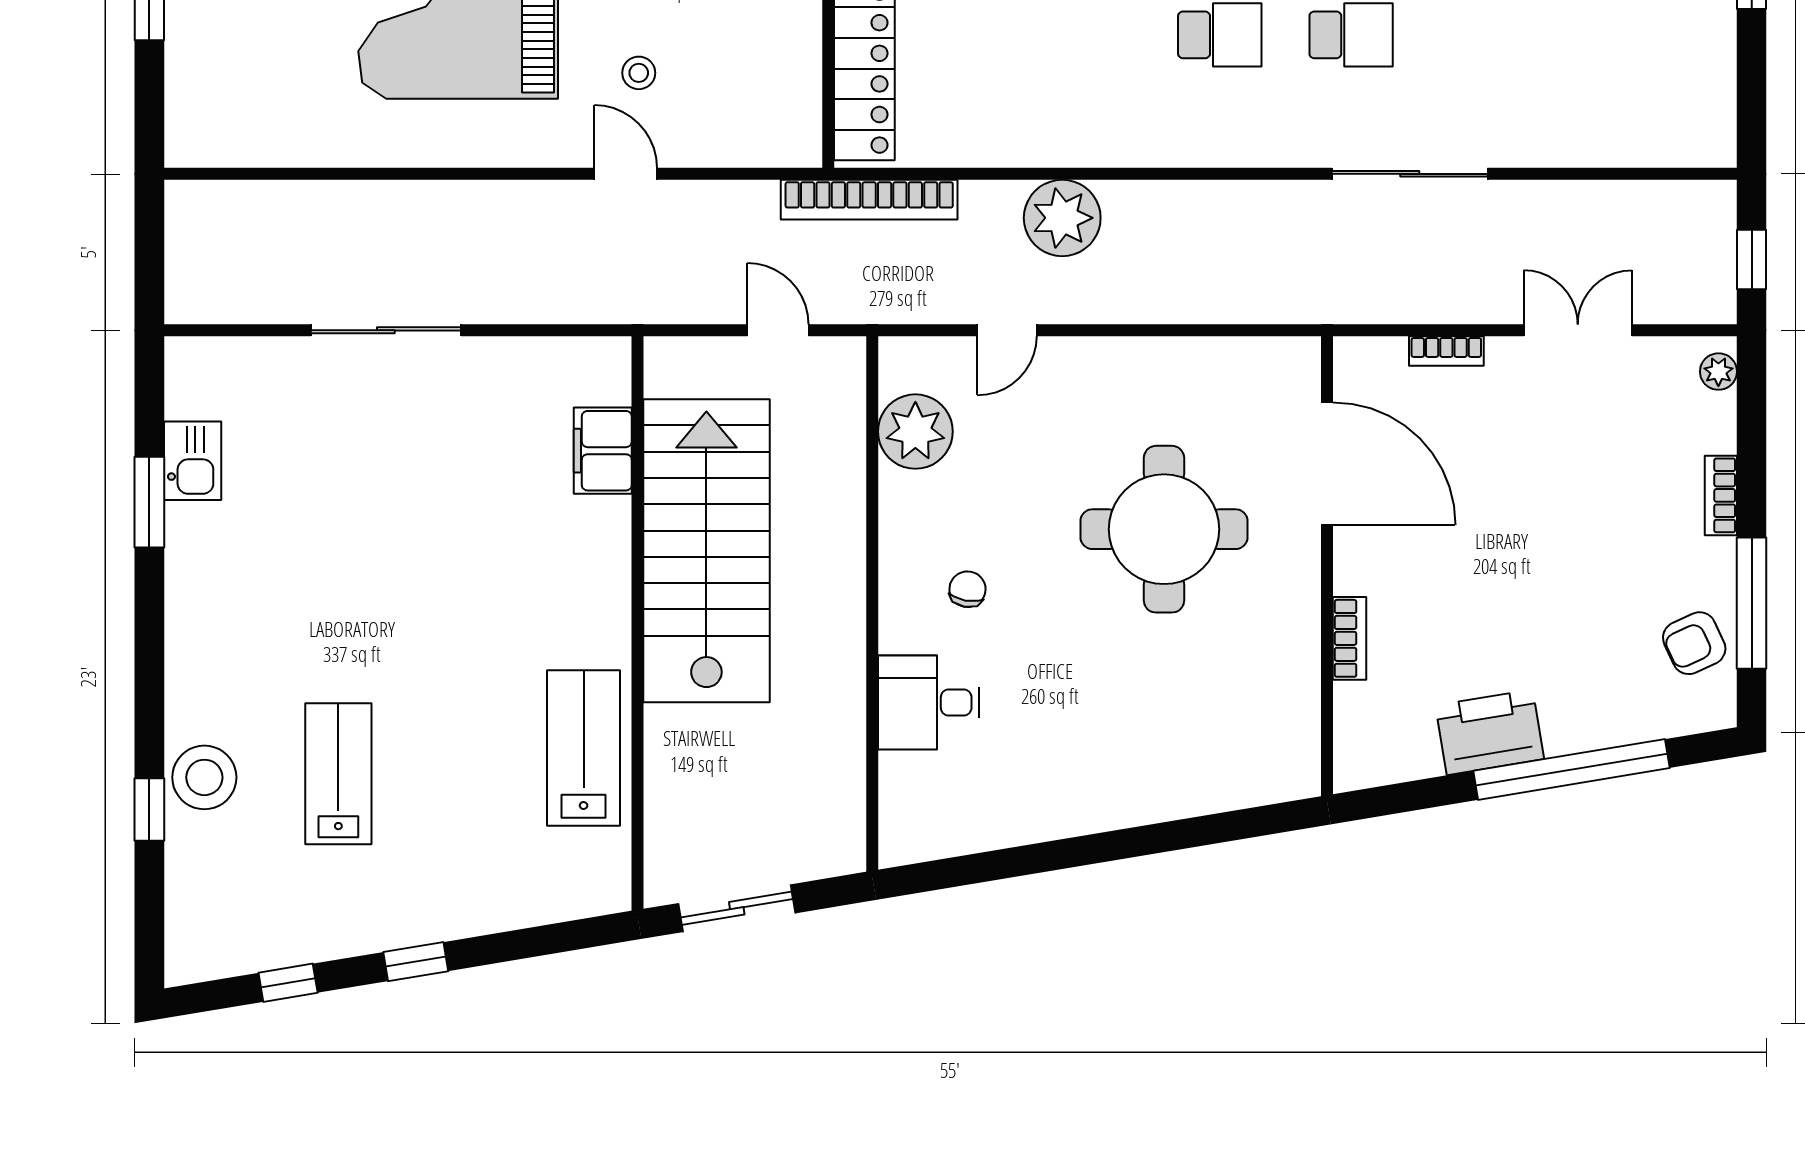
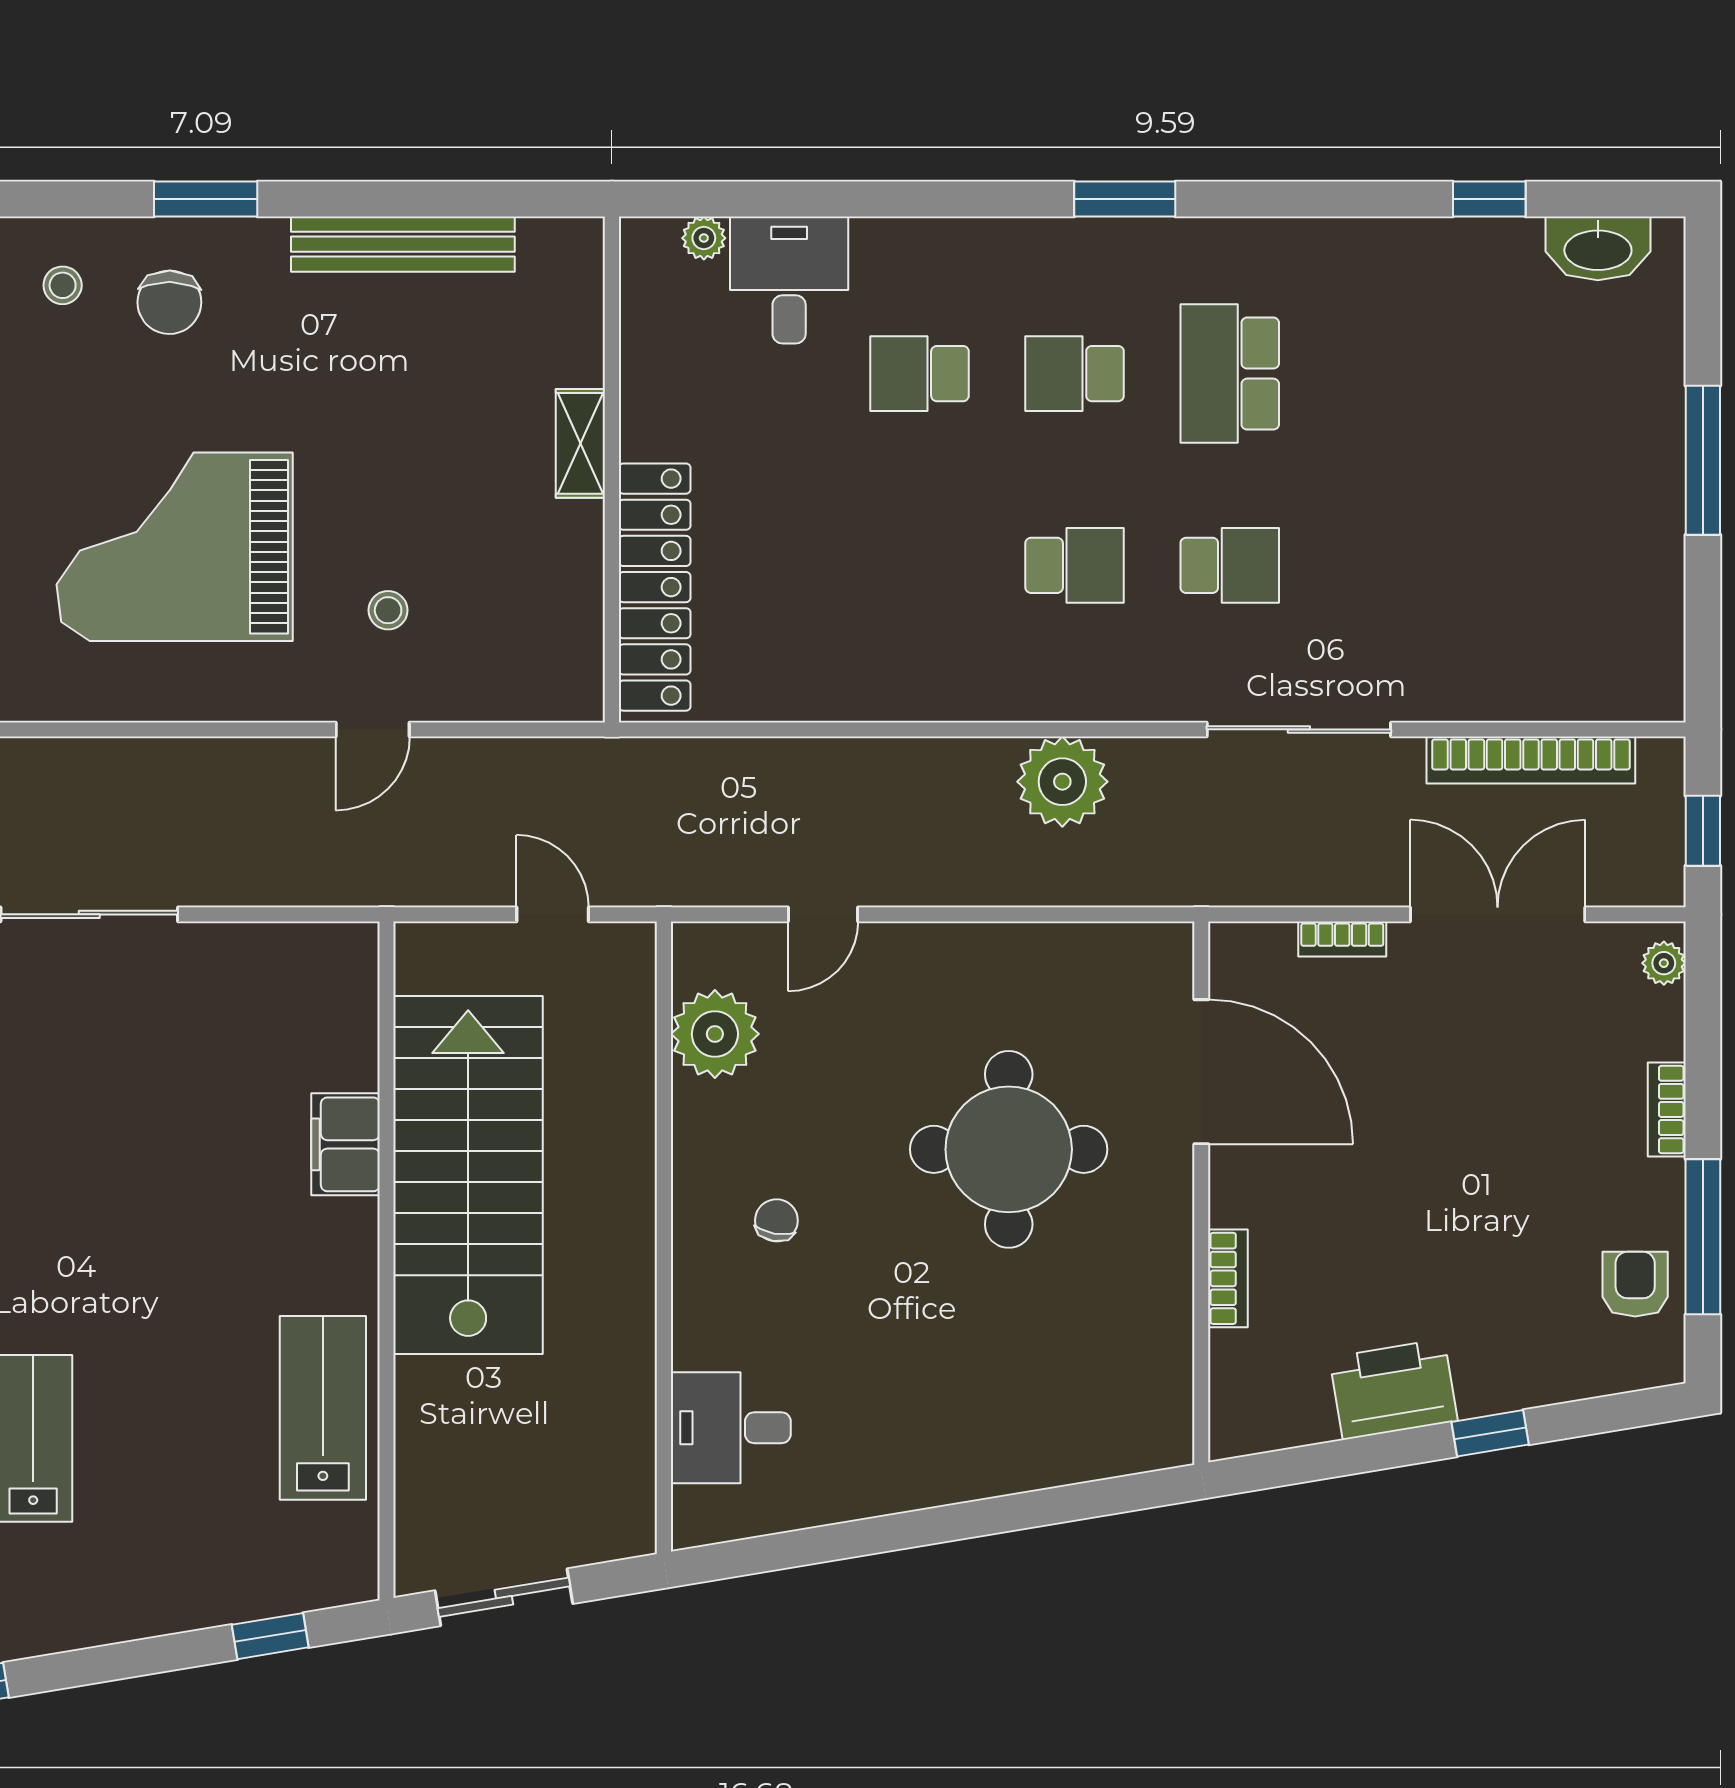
door: (626, 174) -> (373, 729), swing flipped
bookcase: (869, 200) -> (1531, 760), moved
plant: (1062, 218) -> (1062, 782), moved
double door: (1578, 330) -> (1498, 914), width x1.37
filing cabinet: (603, 451) -> (345, 1144), moved
armchair: (1694, 643) -> (1635, 1284), turned 115
desk: (929, 703) -> (731, 1428), moved
window: (1571, 769) -> (1490, 1433), width x0.32
window: (416, 962) -> (270, 1636), moved

